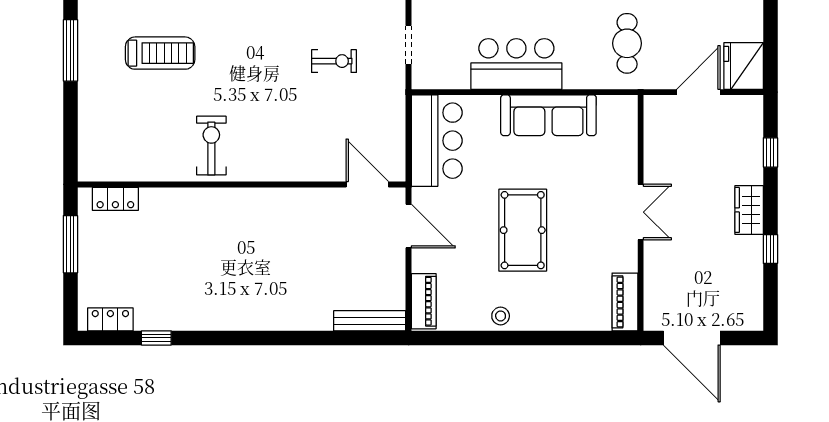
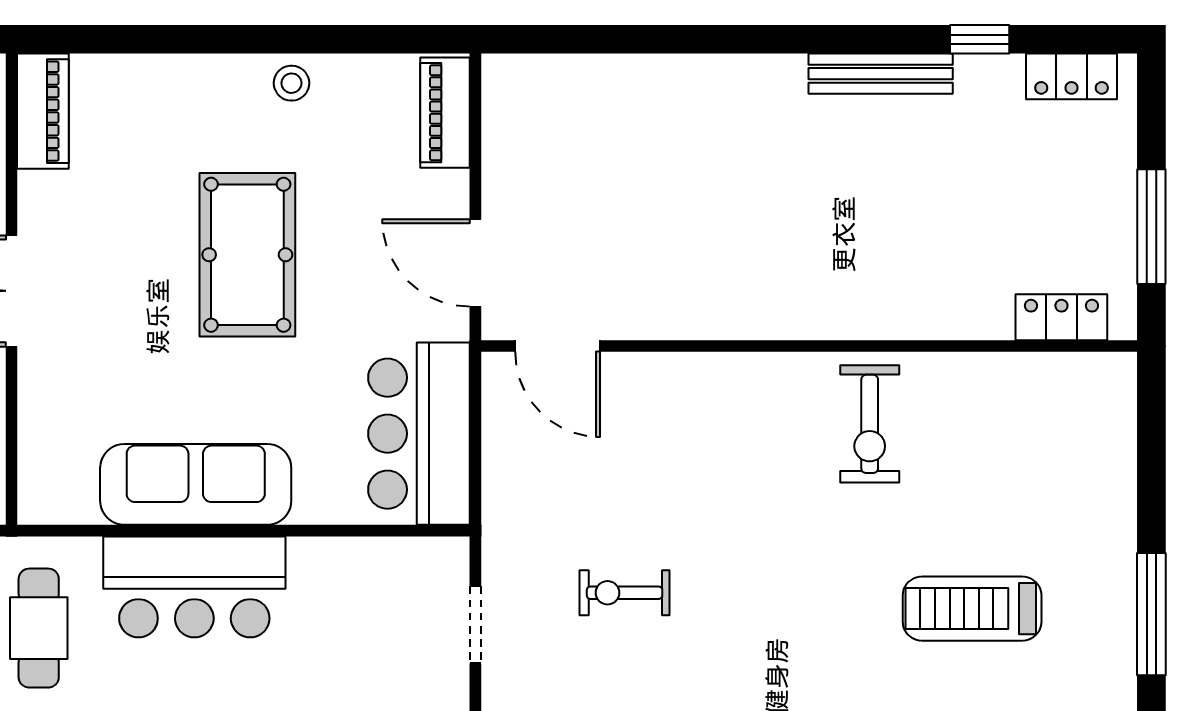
bar counter: (516, 64) -> (194, 587), moved
bench: (370, 321) -> (881, 74), moved

